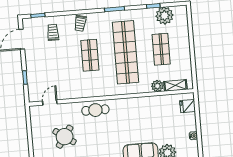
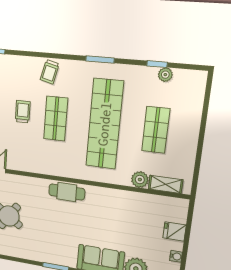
plant: (164, 16) -> (165, 75), width x0.53, depth x0.53
trolley: (53, 32) -> (23, 112), moved
fridge: (188, 106) -> (175, 231), moved
cafe table: (95, 110) -> (67, 192), moved

